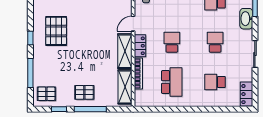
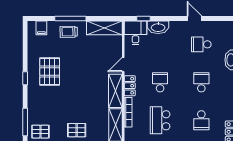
window: (30, 73) -> (25, 122), moved
school desk: (172, 82) -> (160, 120), turned 180
school desk: (215, 82) -> (201, 120), turned -90

